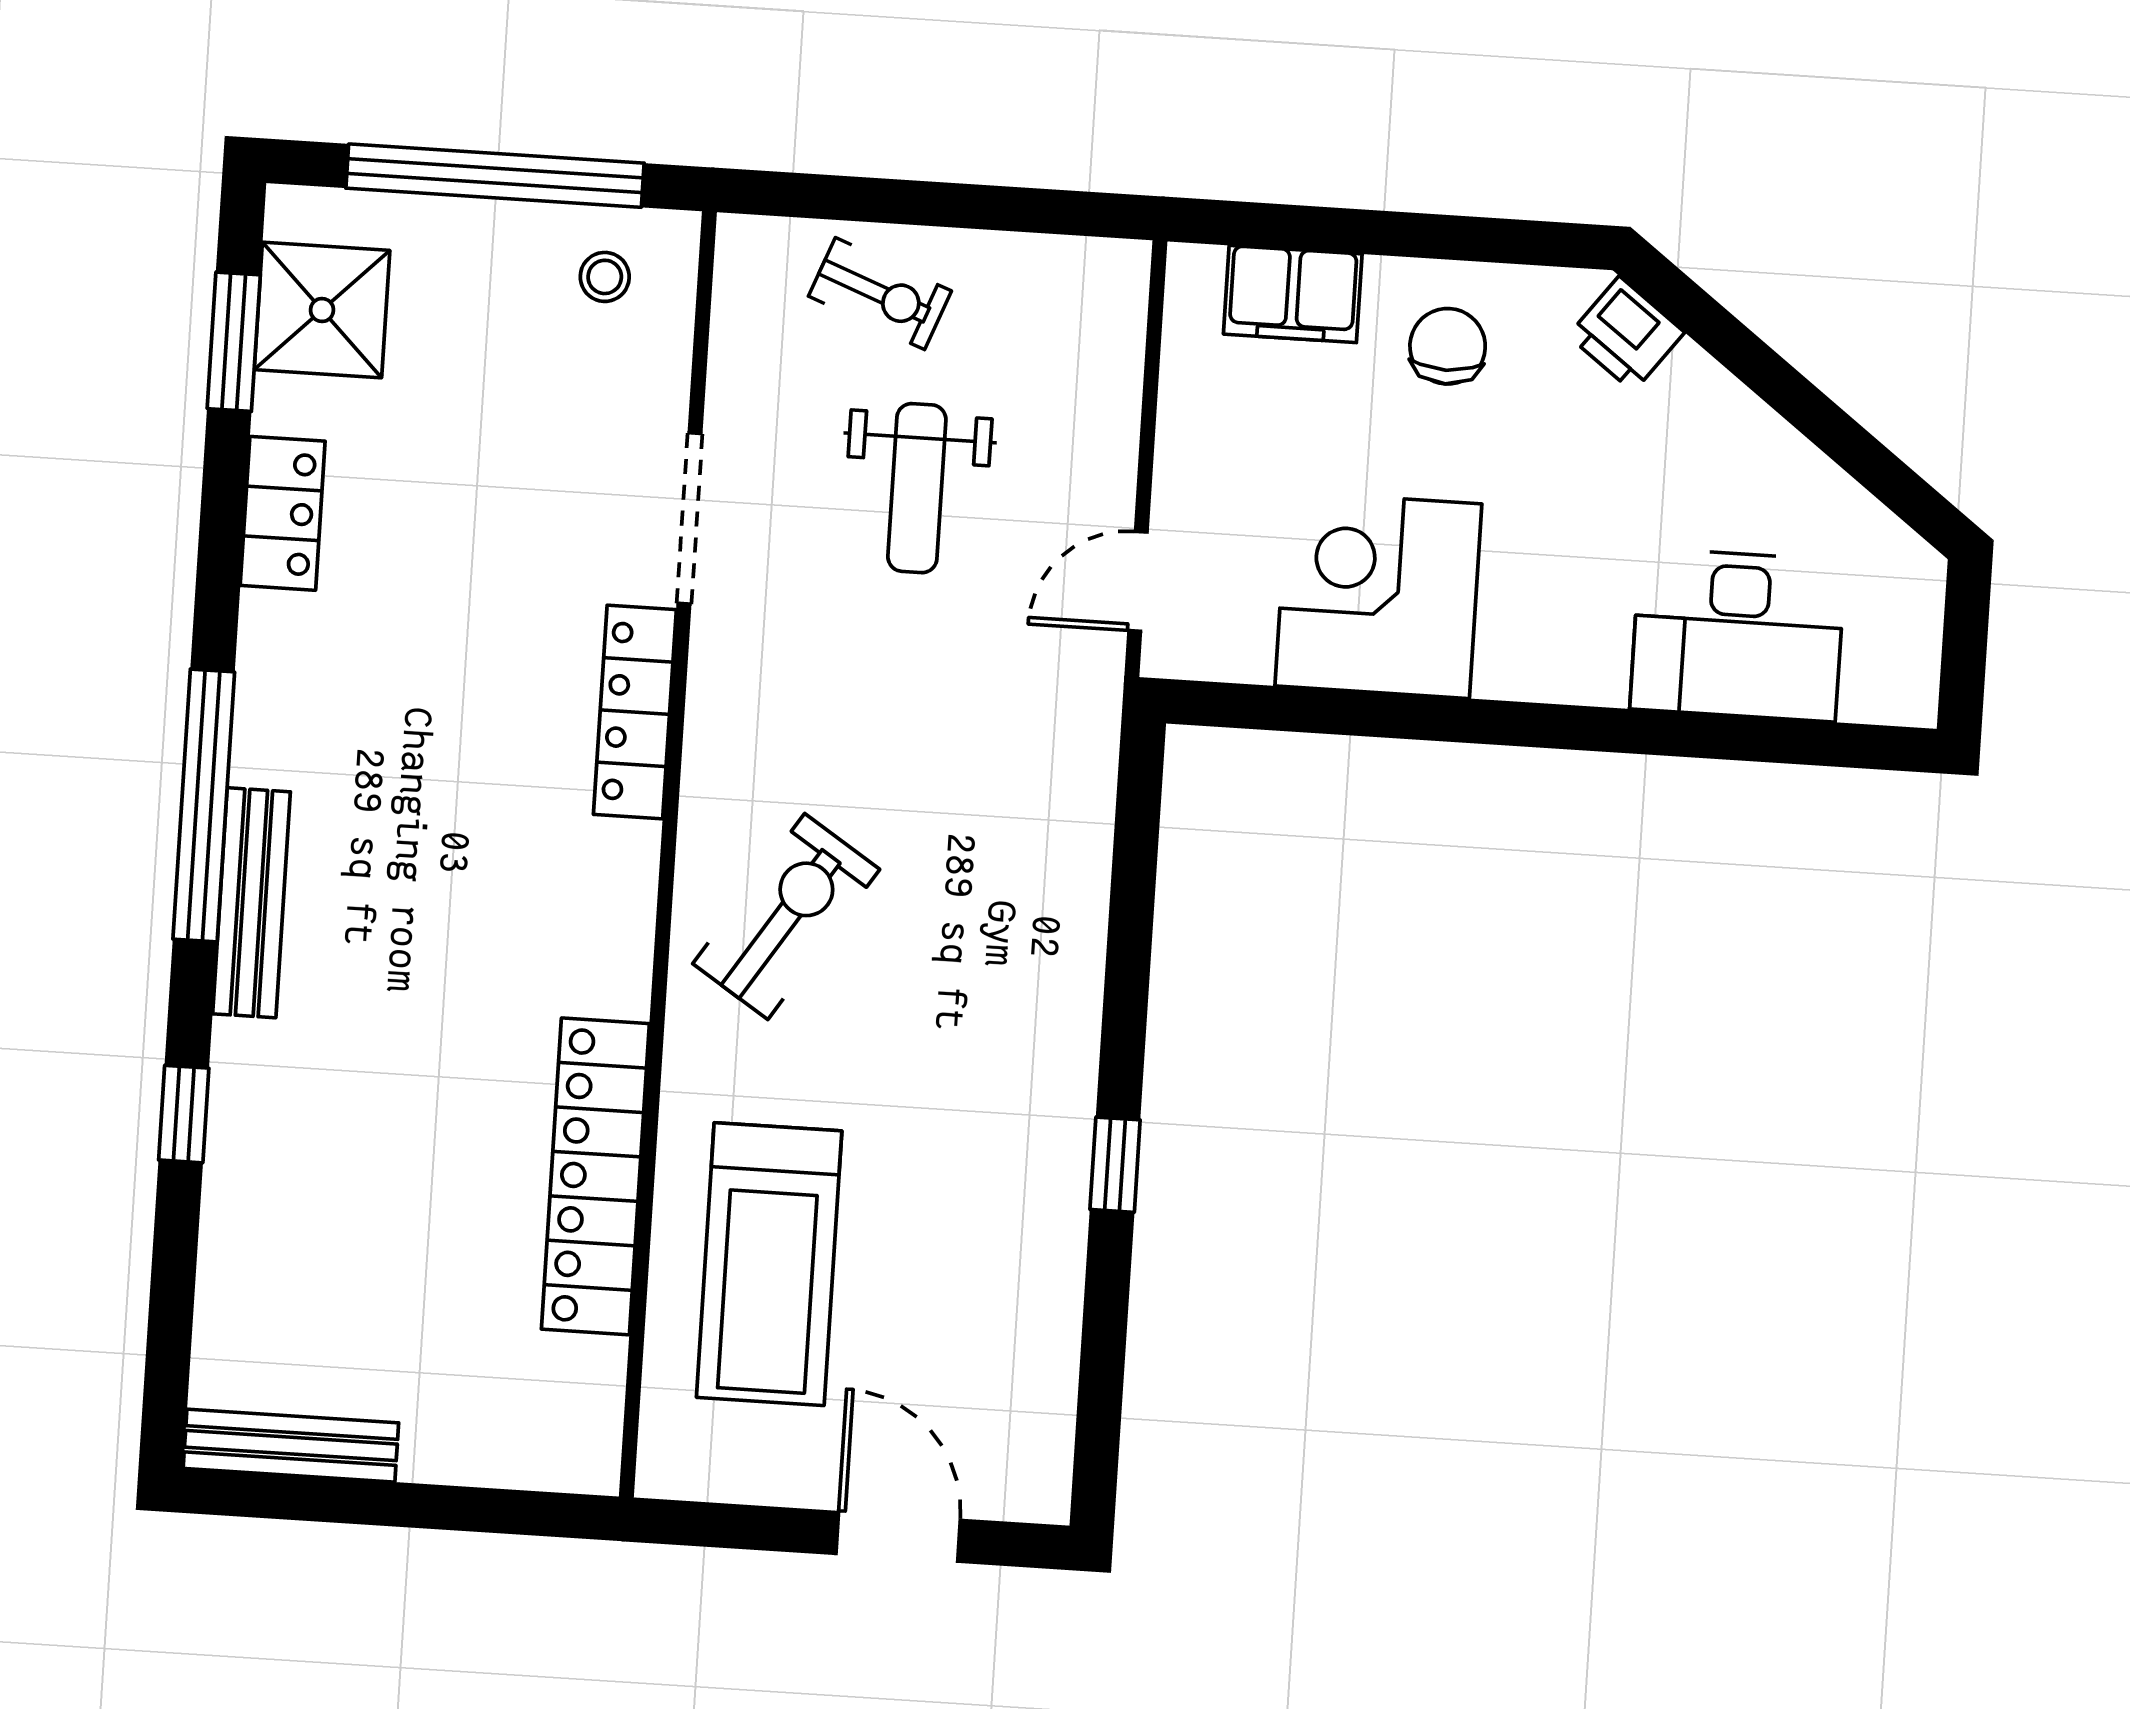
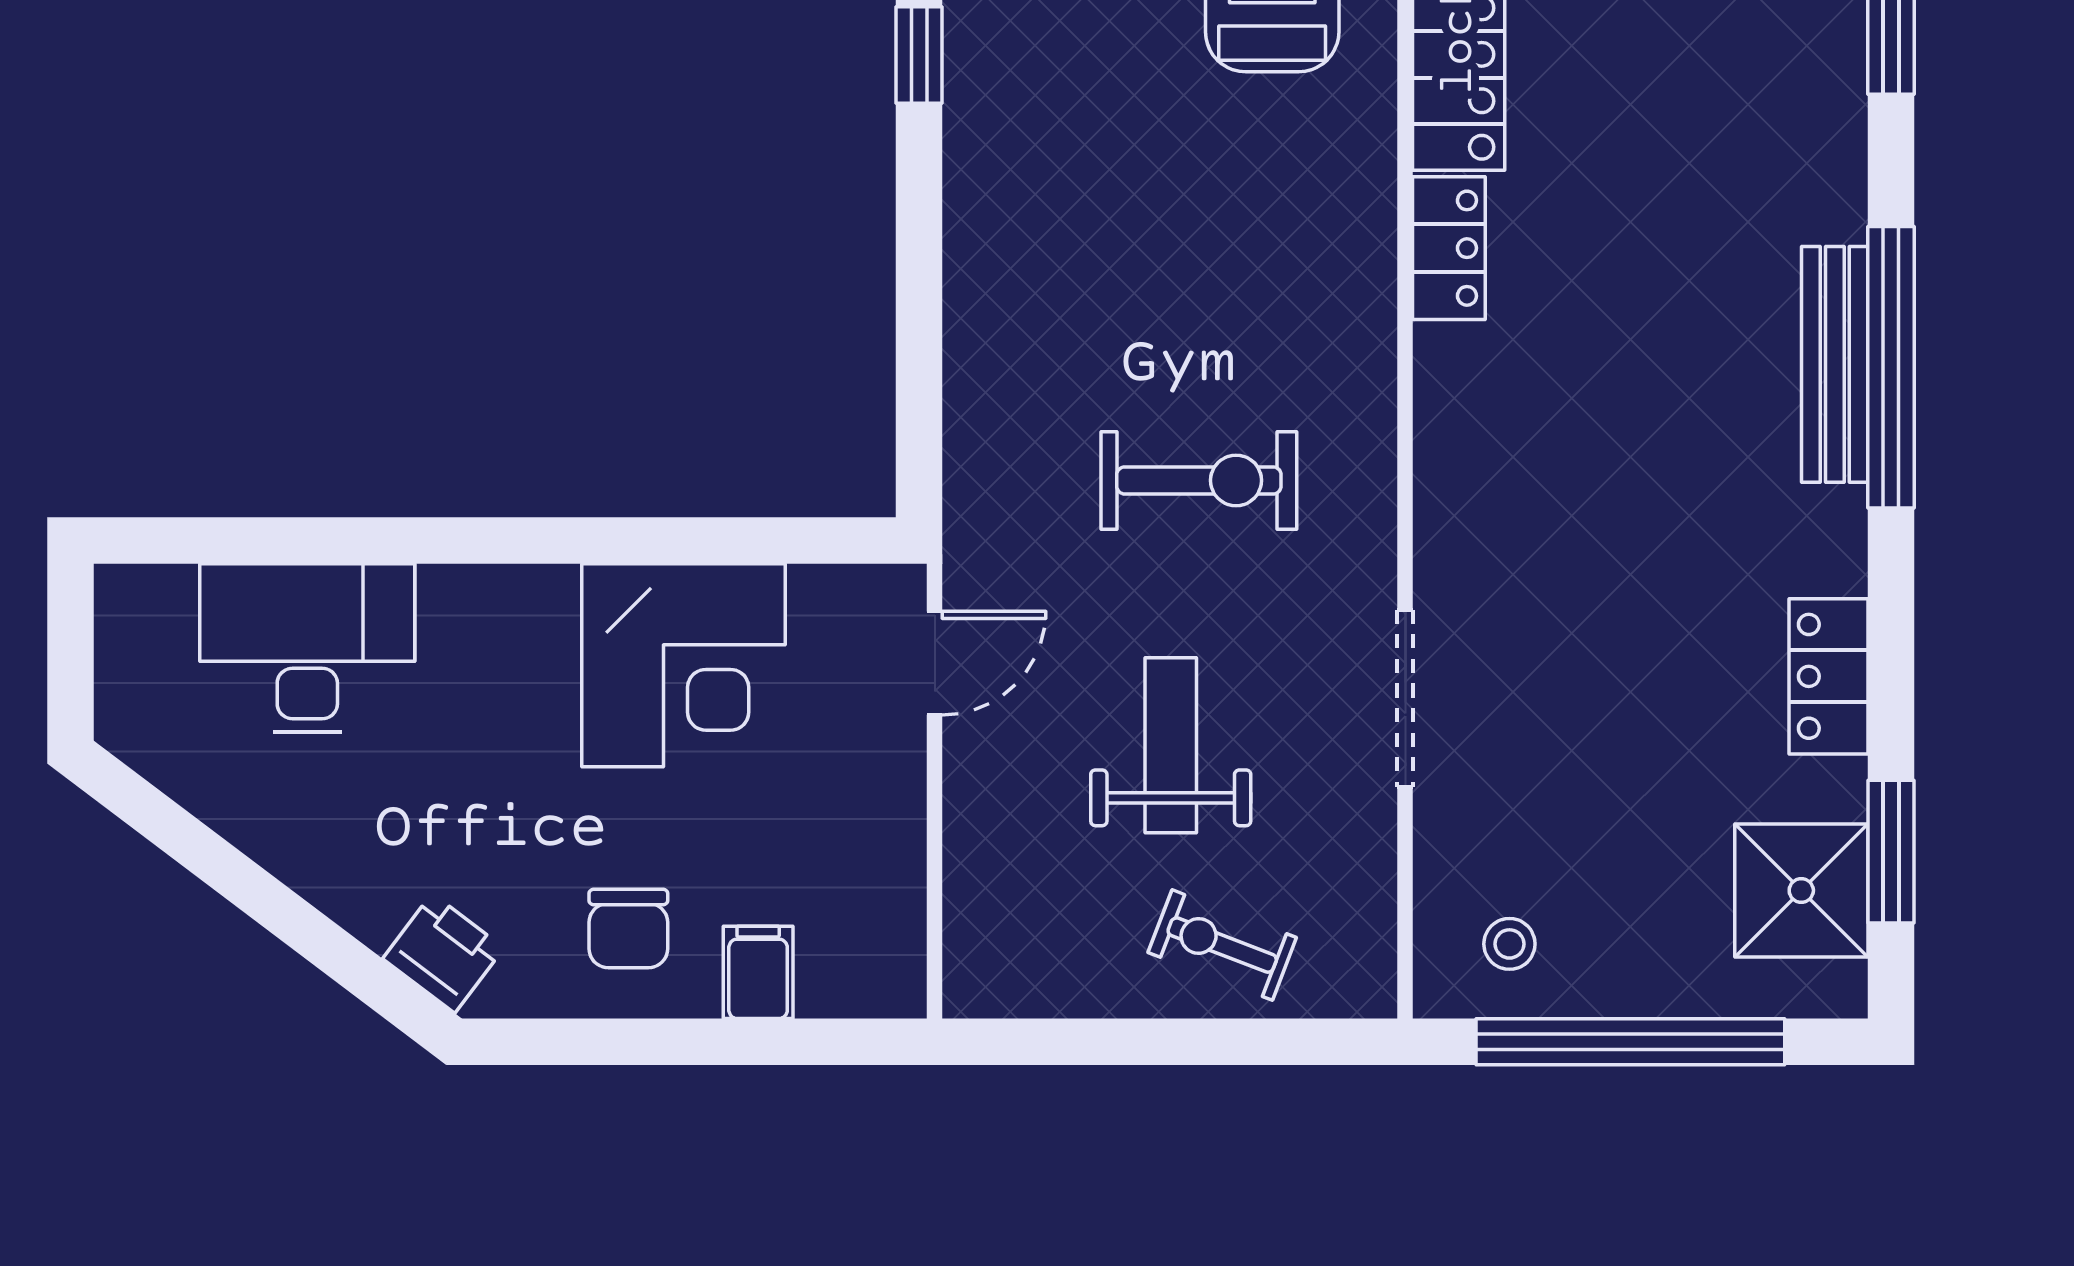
filing cabinet: (1293, 294) -> (758, 972), width x0.50
locker: (635, 712) -> (1449, 248), moved, width x0.66
bench: (251, 903) -> (1835, 364), moved
exercise bike: (786, 916) -> (1199, 480), moved, turned -123

